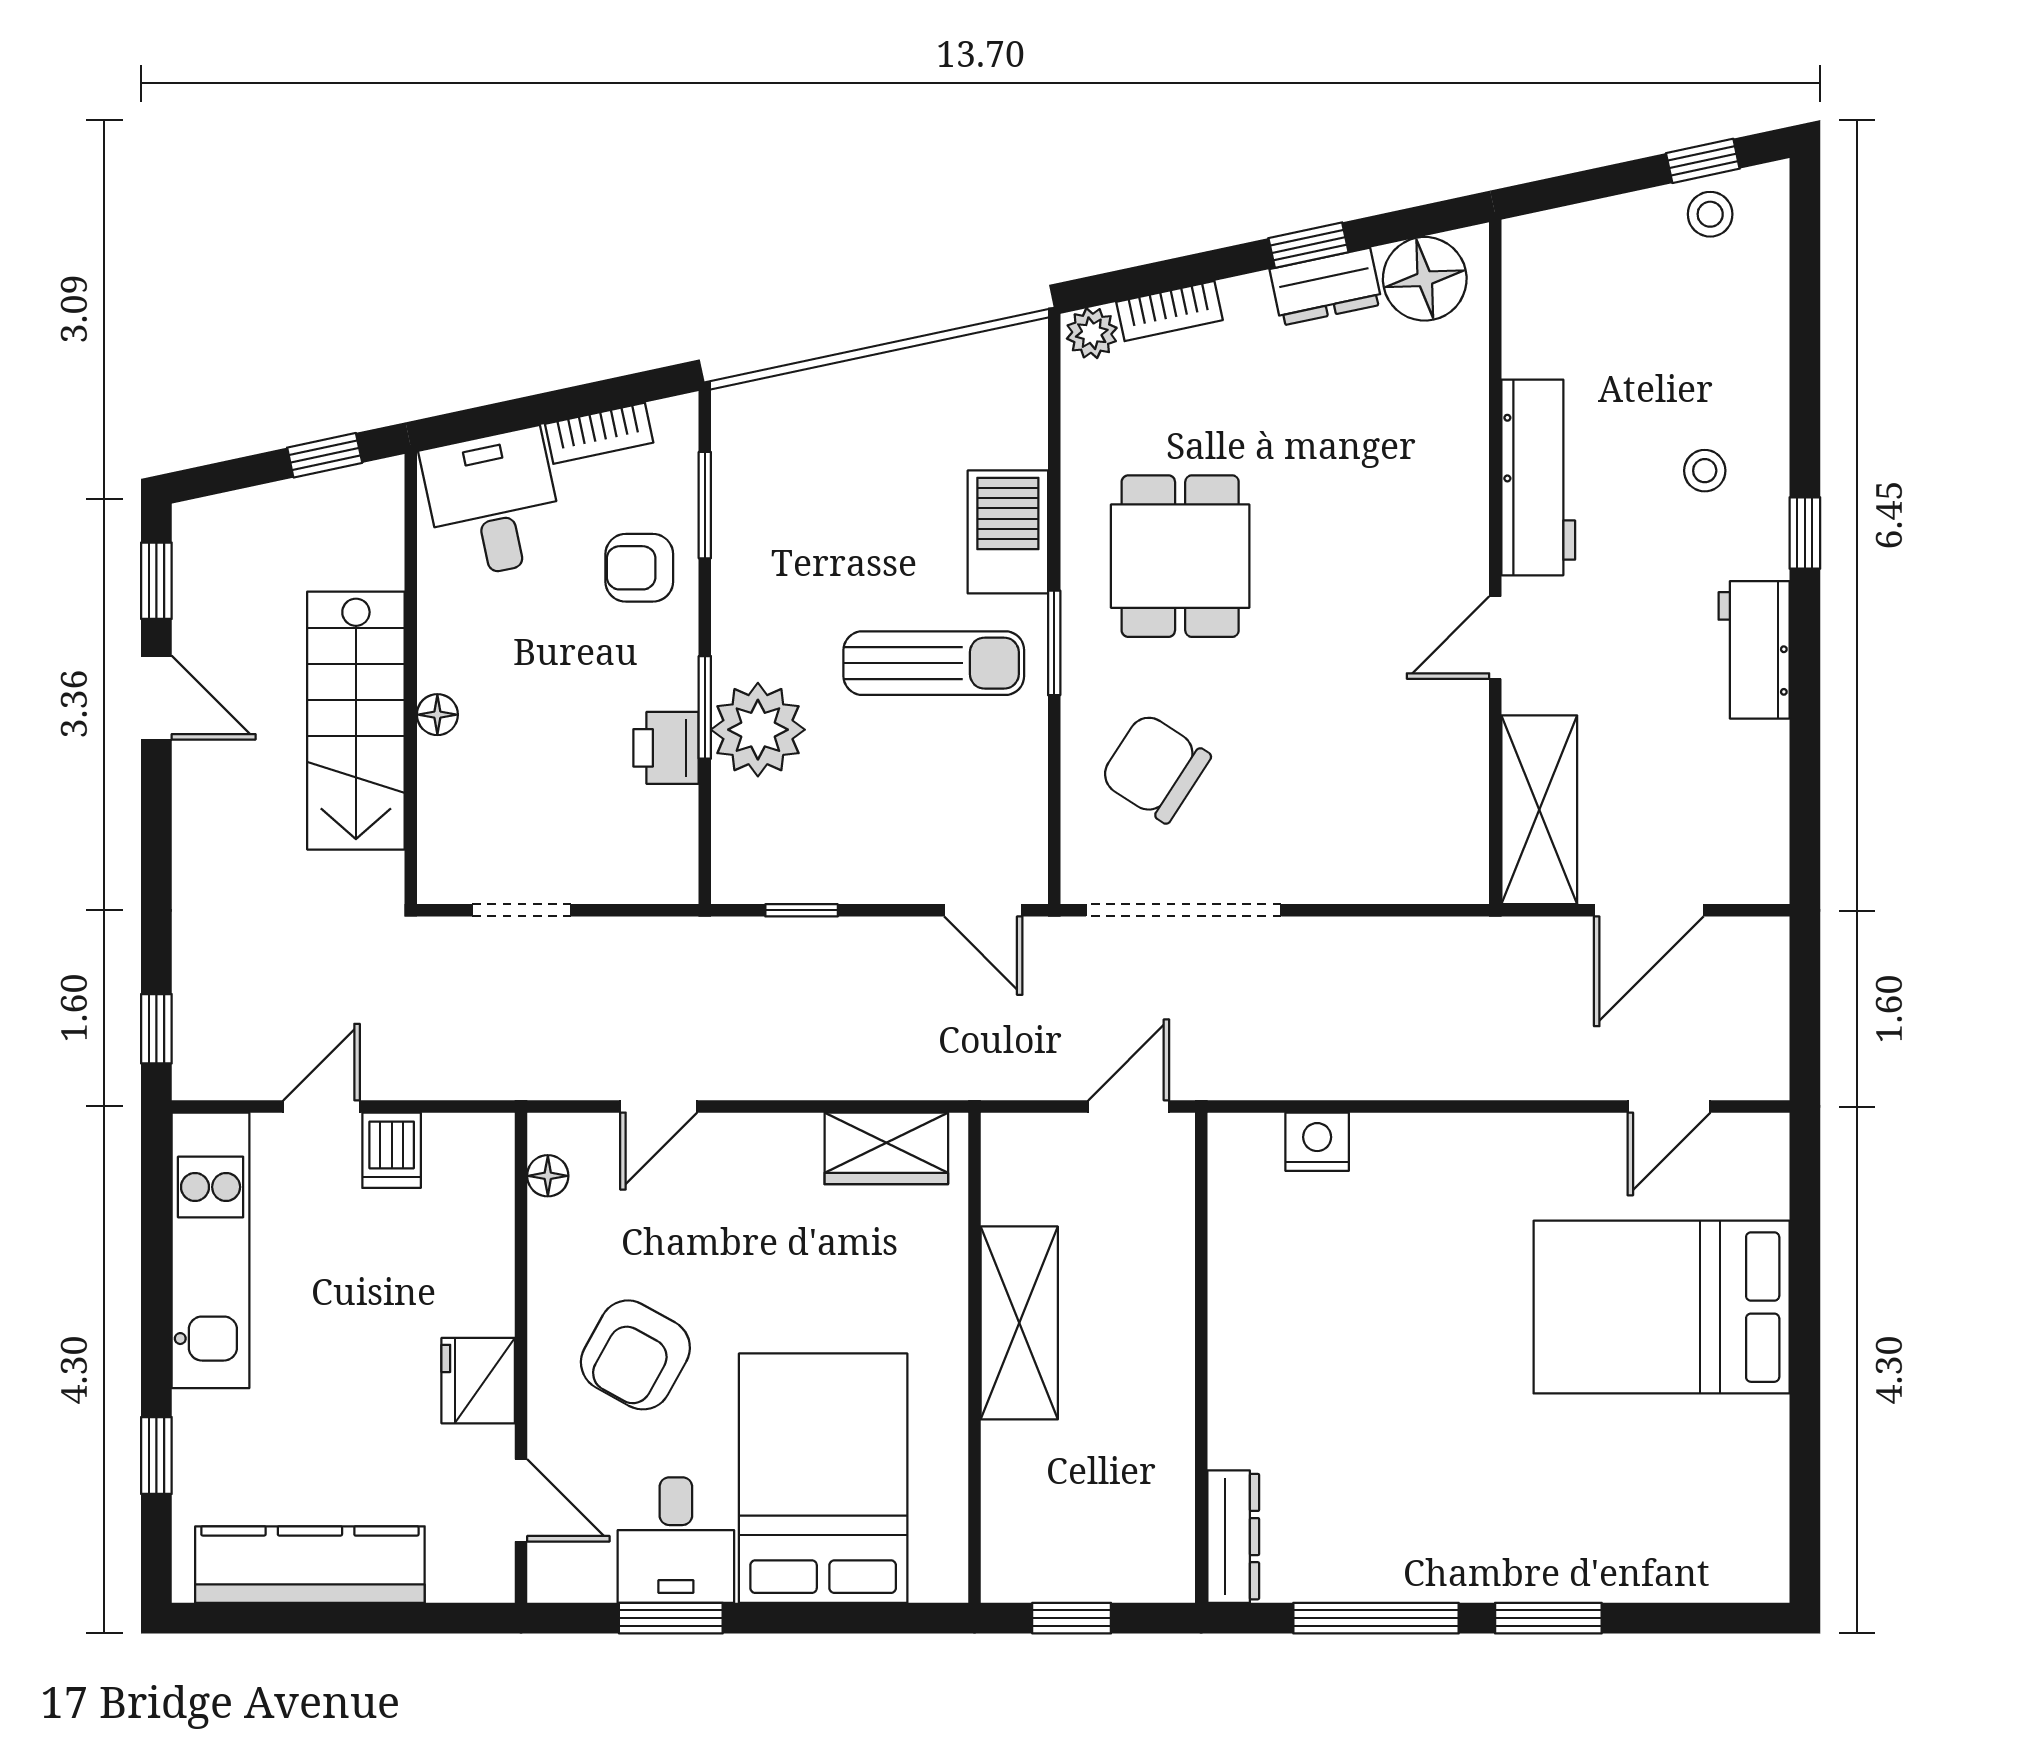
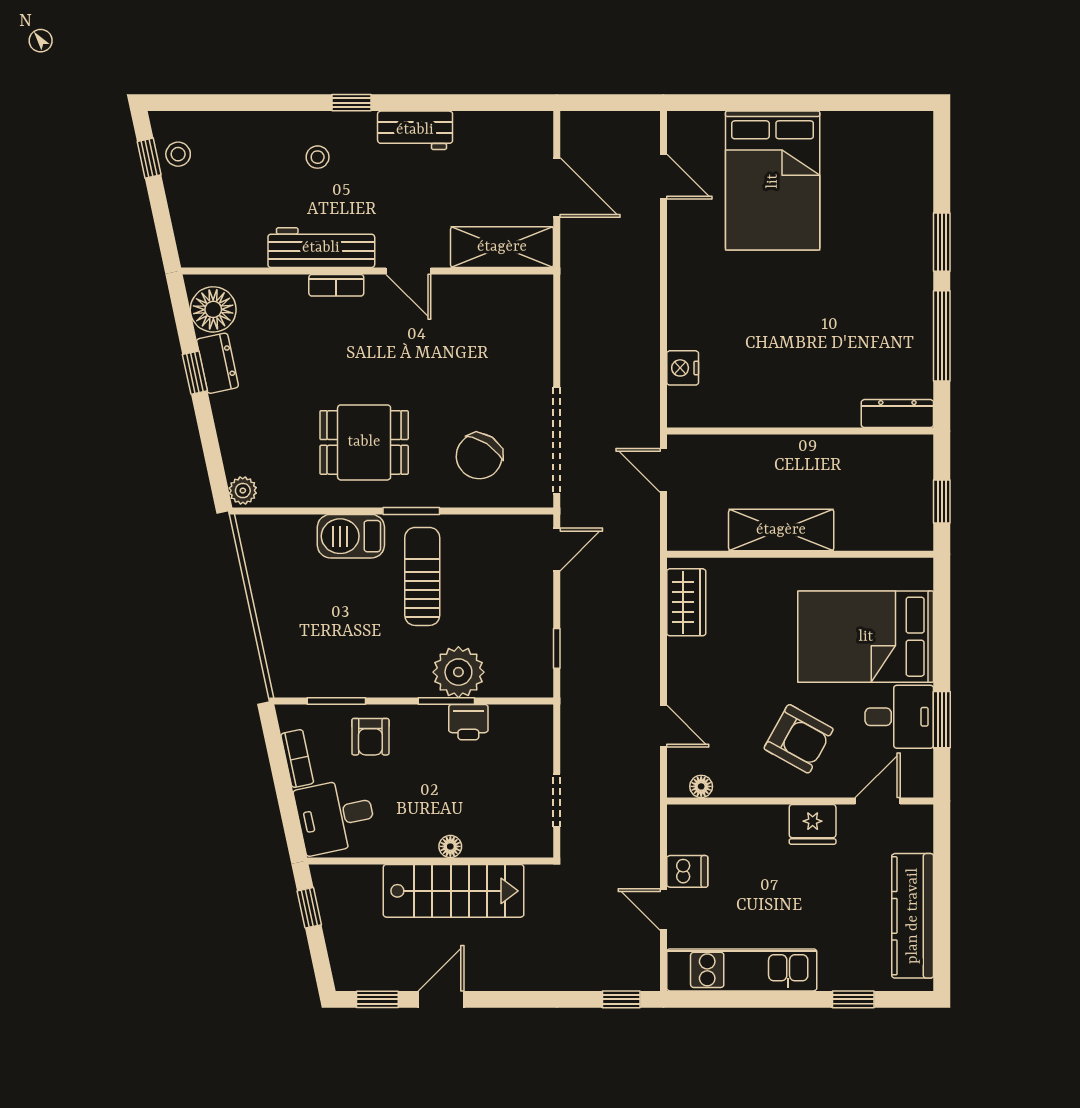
bookcase: (1170, 311) -> (336, 285), moved, turned 102

